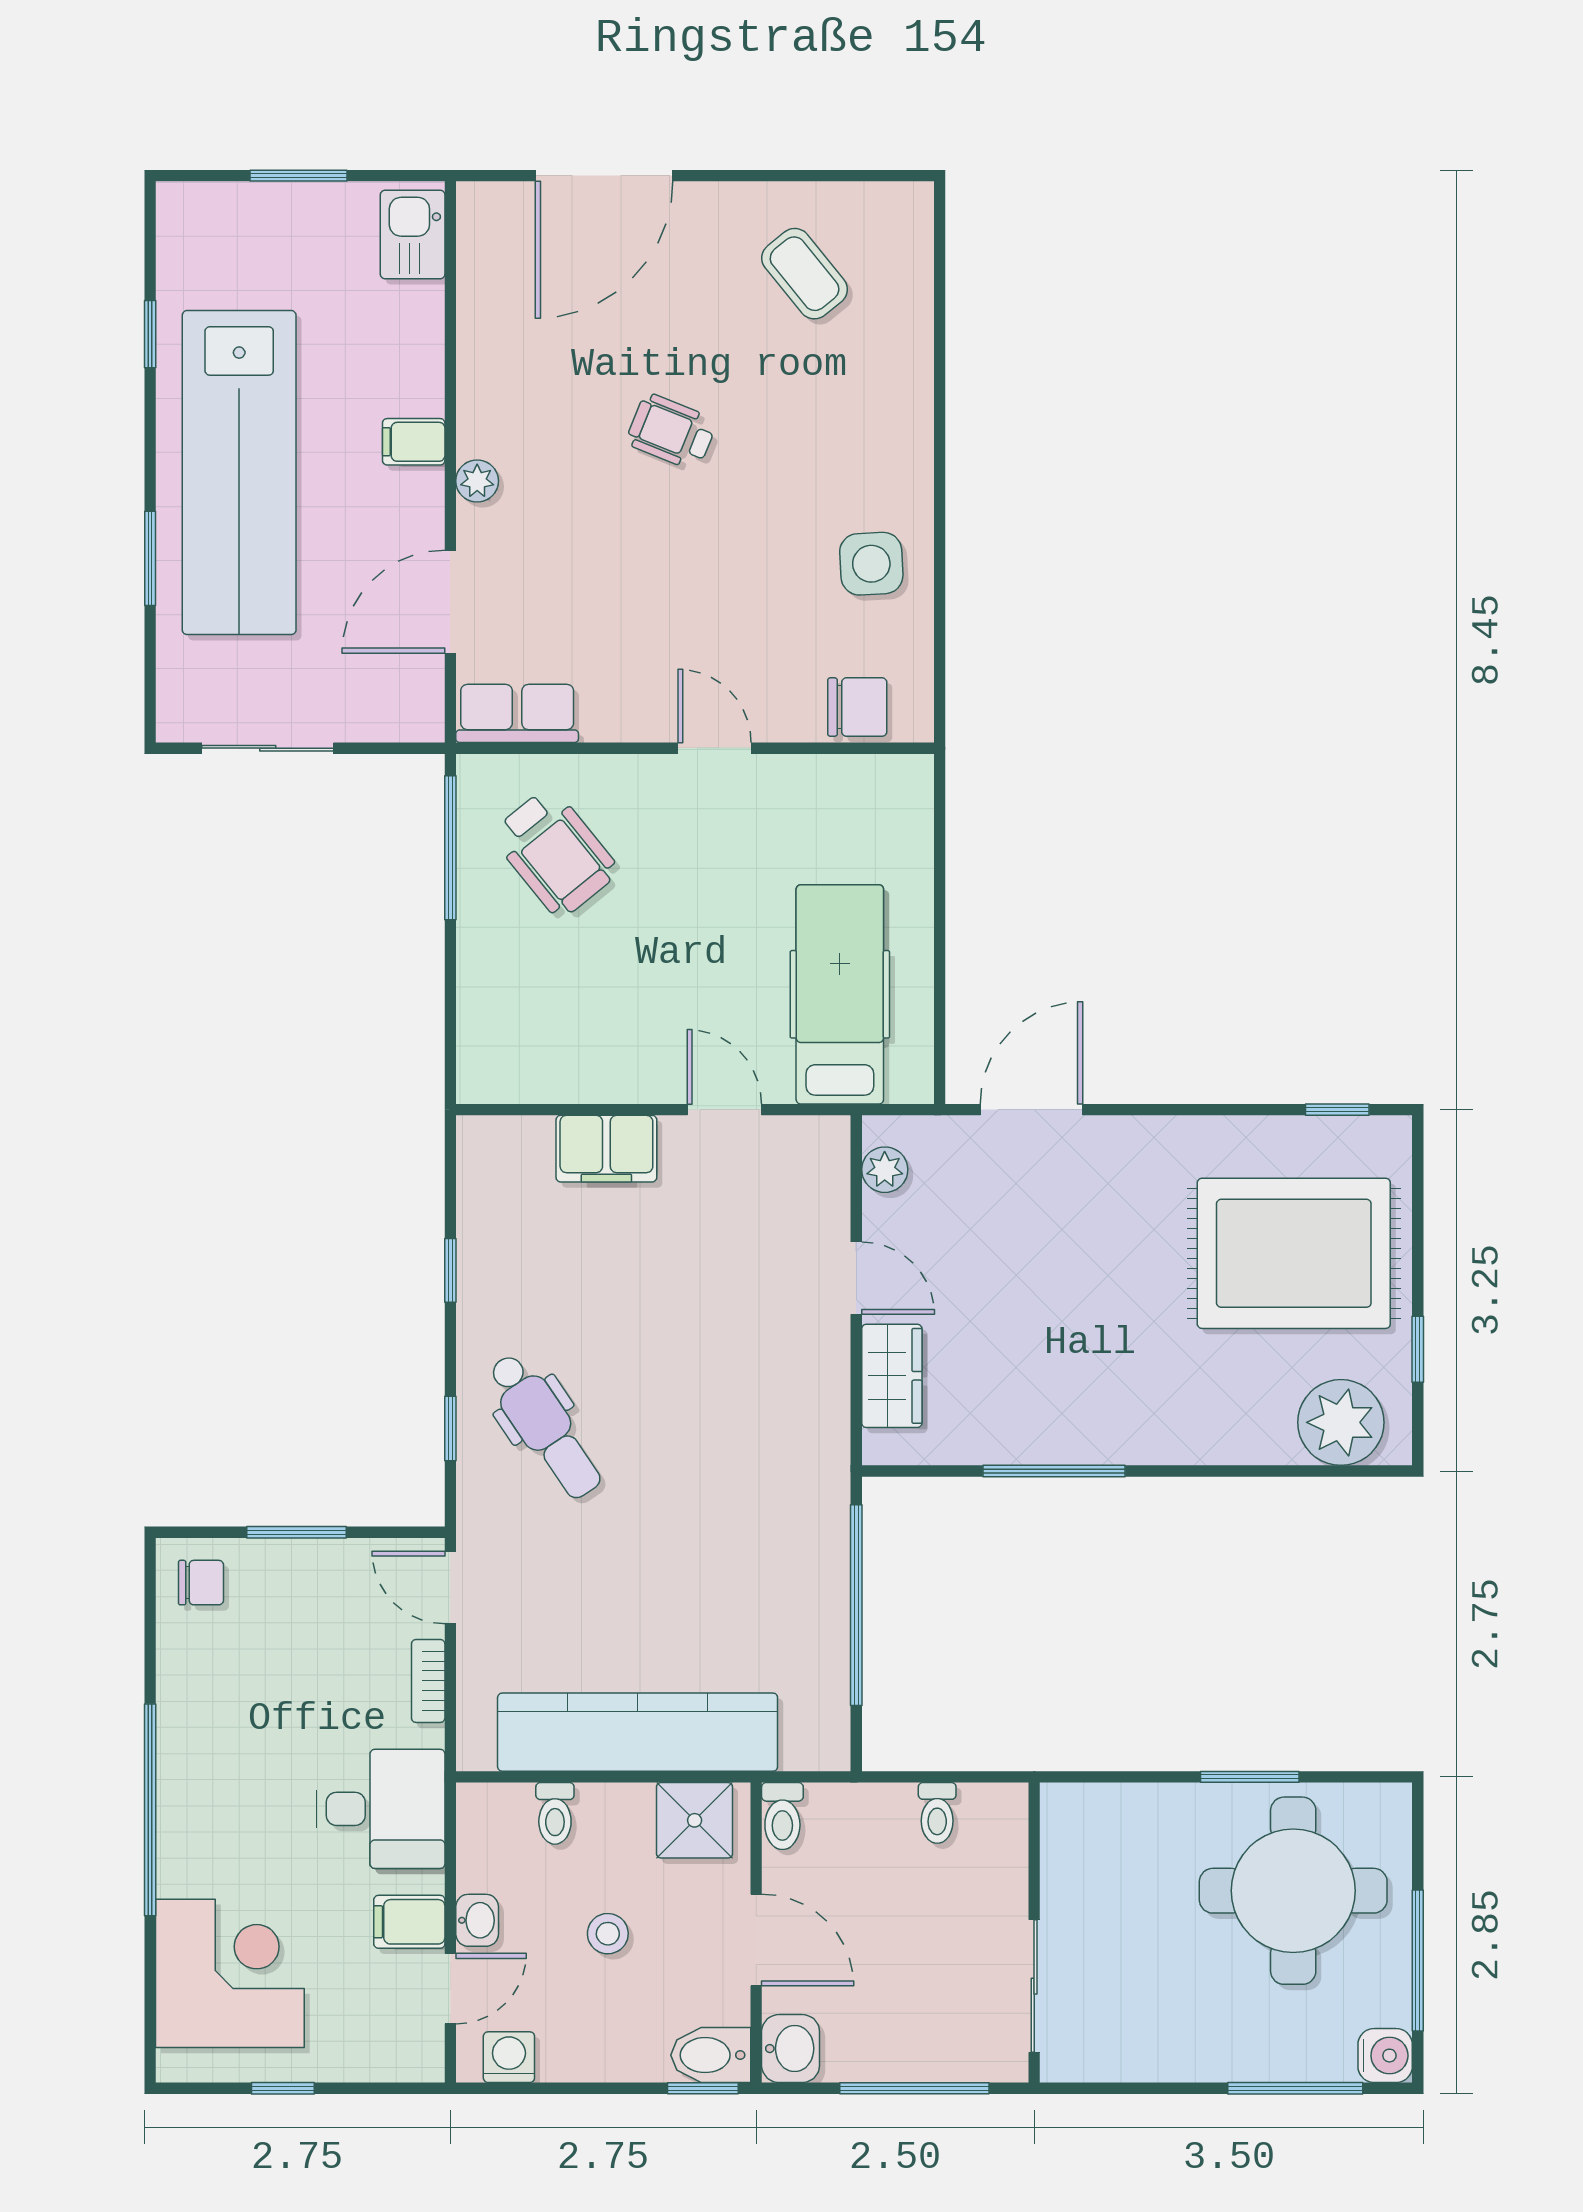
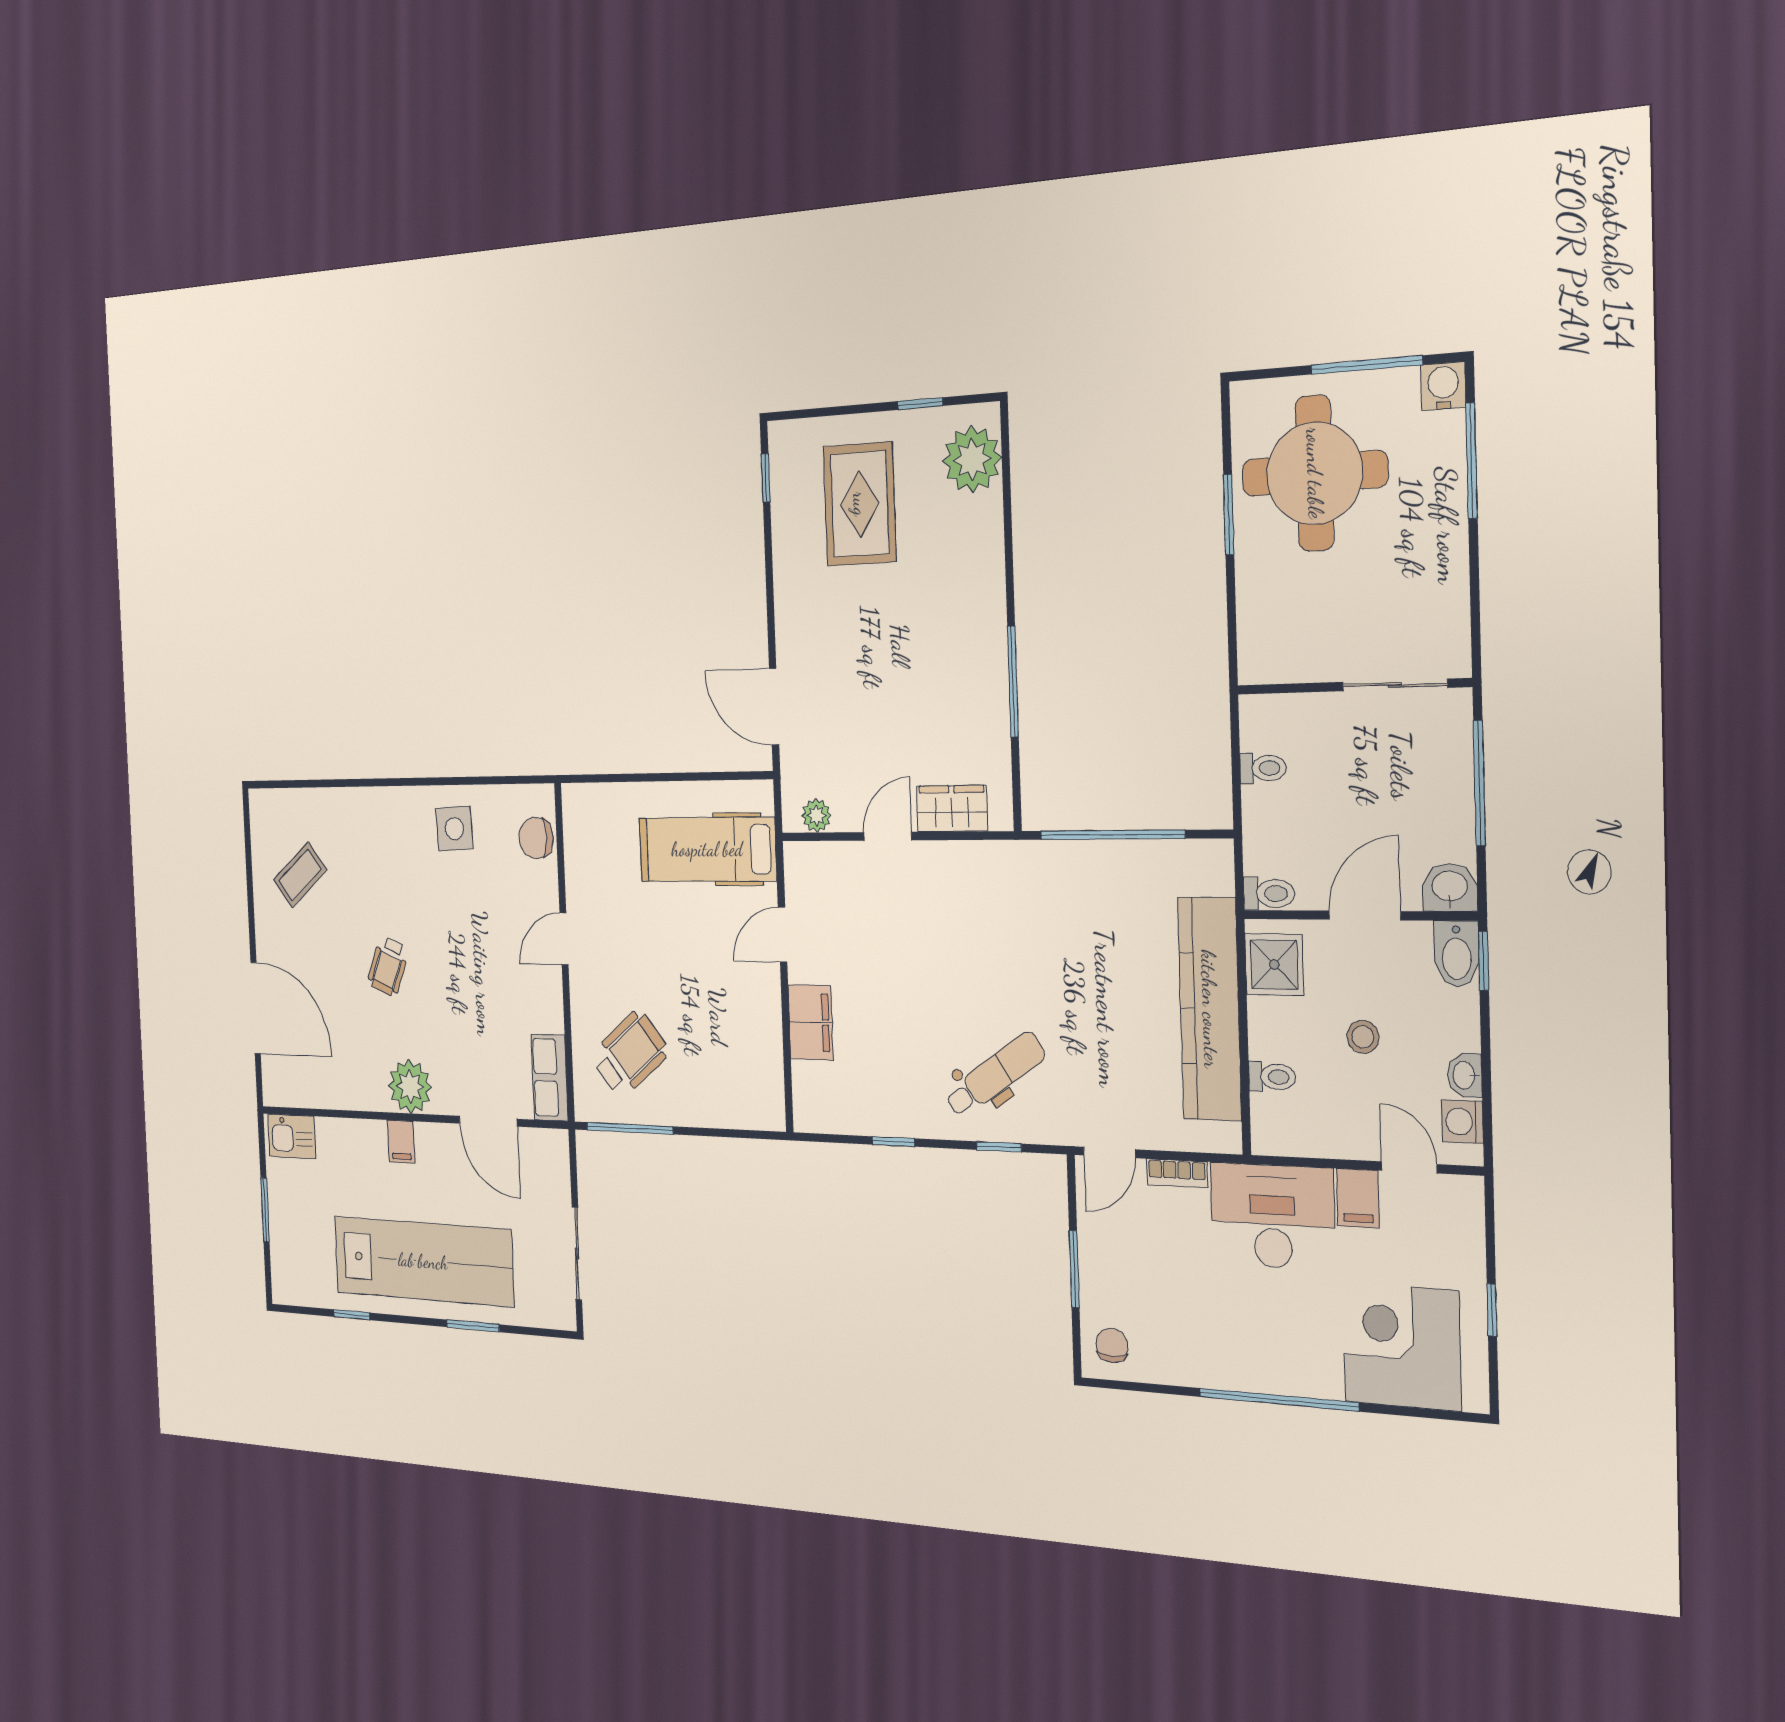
plant: (477, 481) -> (410, 1086), width x1.88, depth x1.88
chair: (857, 707) -> (536, 838), turned -90
rug: (1294, 1253) -> (860, 504), width x0.73, depth x0.69
desk: (380, 1809) -> (1273, 1216), width x1.37
washbasin: (477, 1920) -> (1465, 1075), moved, turned -90

